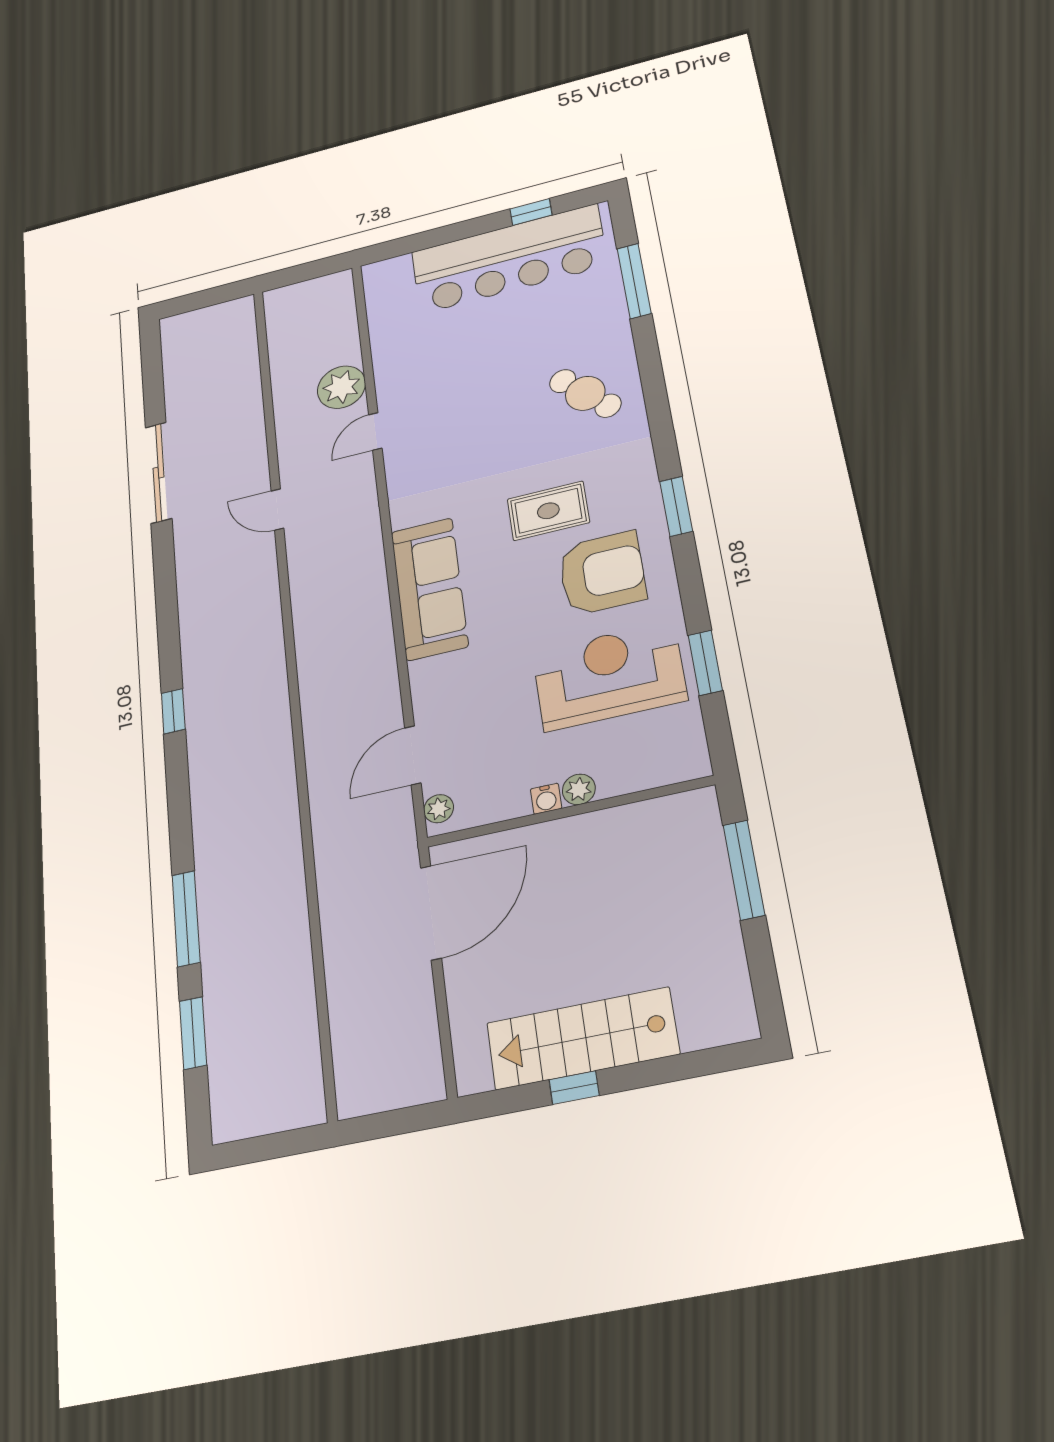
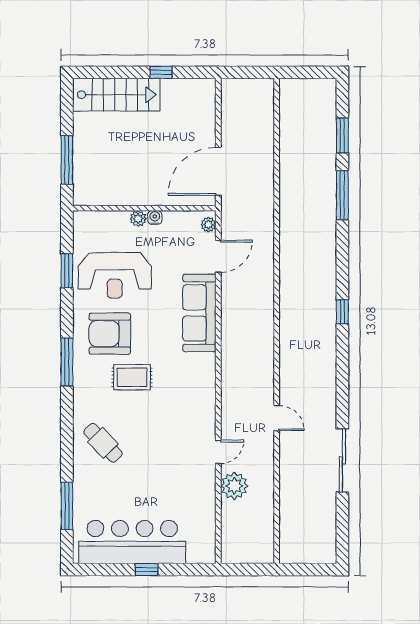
window: (531, 212) -> (147, 570), moved
window: (676, 506) -> (67, 362), width x1.44
sofa: (429, 589) -> (199, 313), moved
stairs: (582, 1038) -> (116, 95), moved

